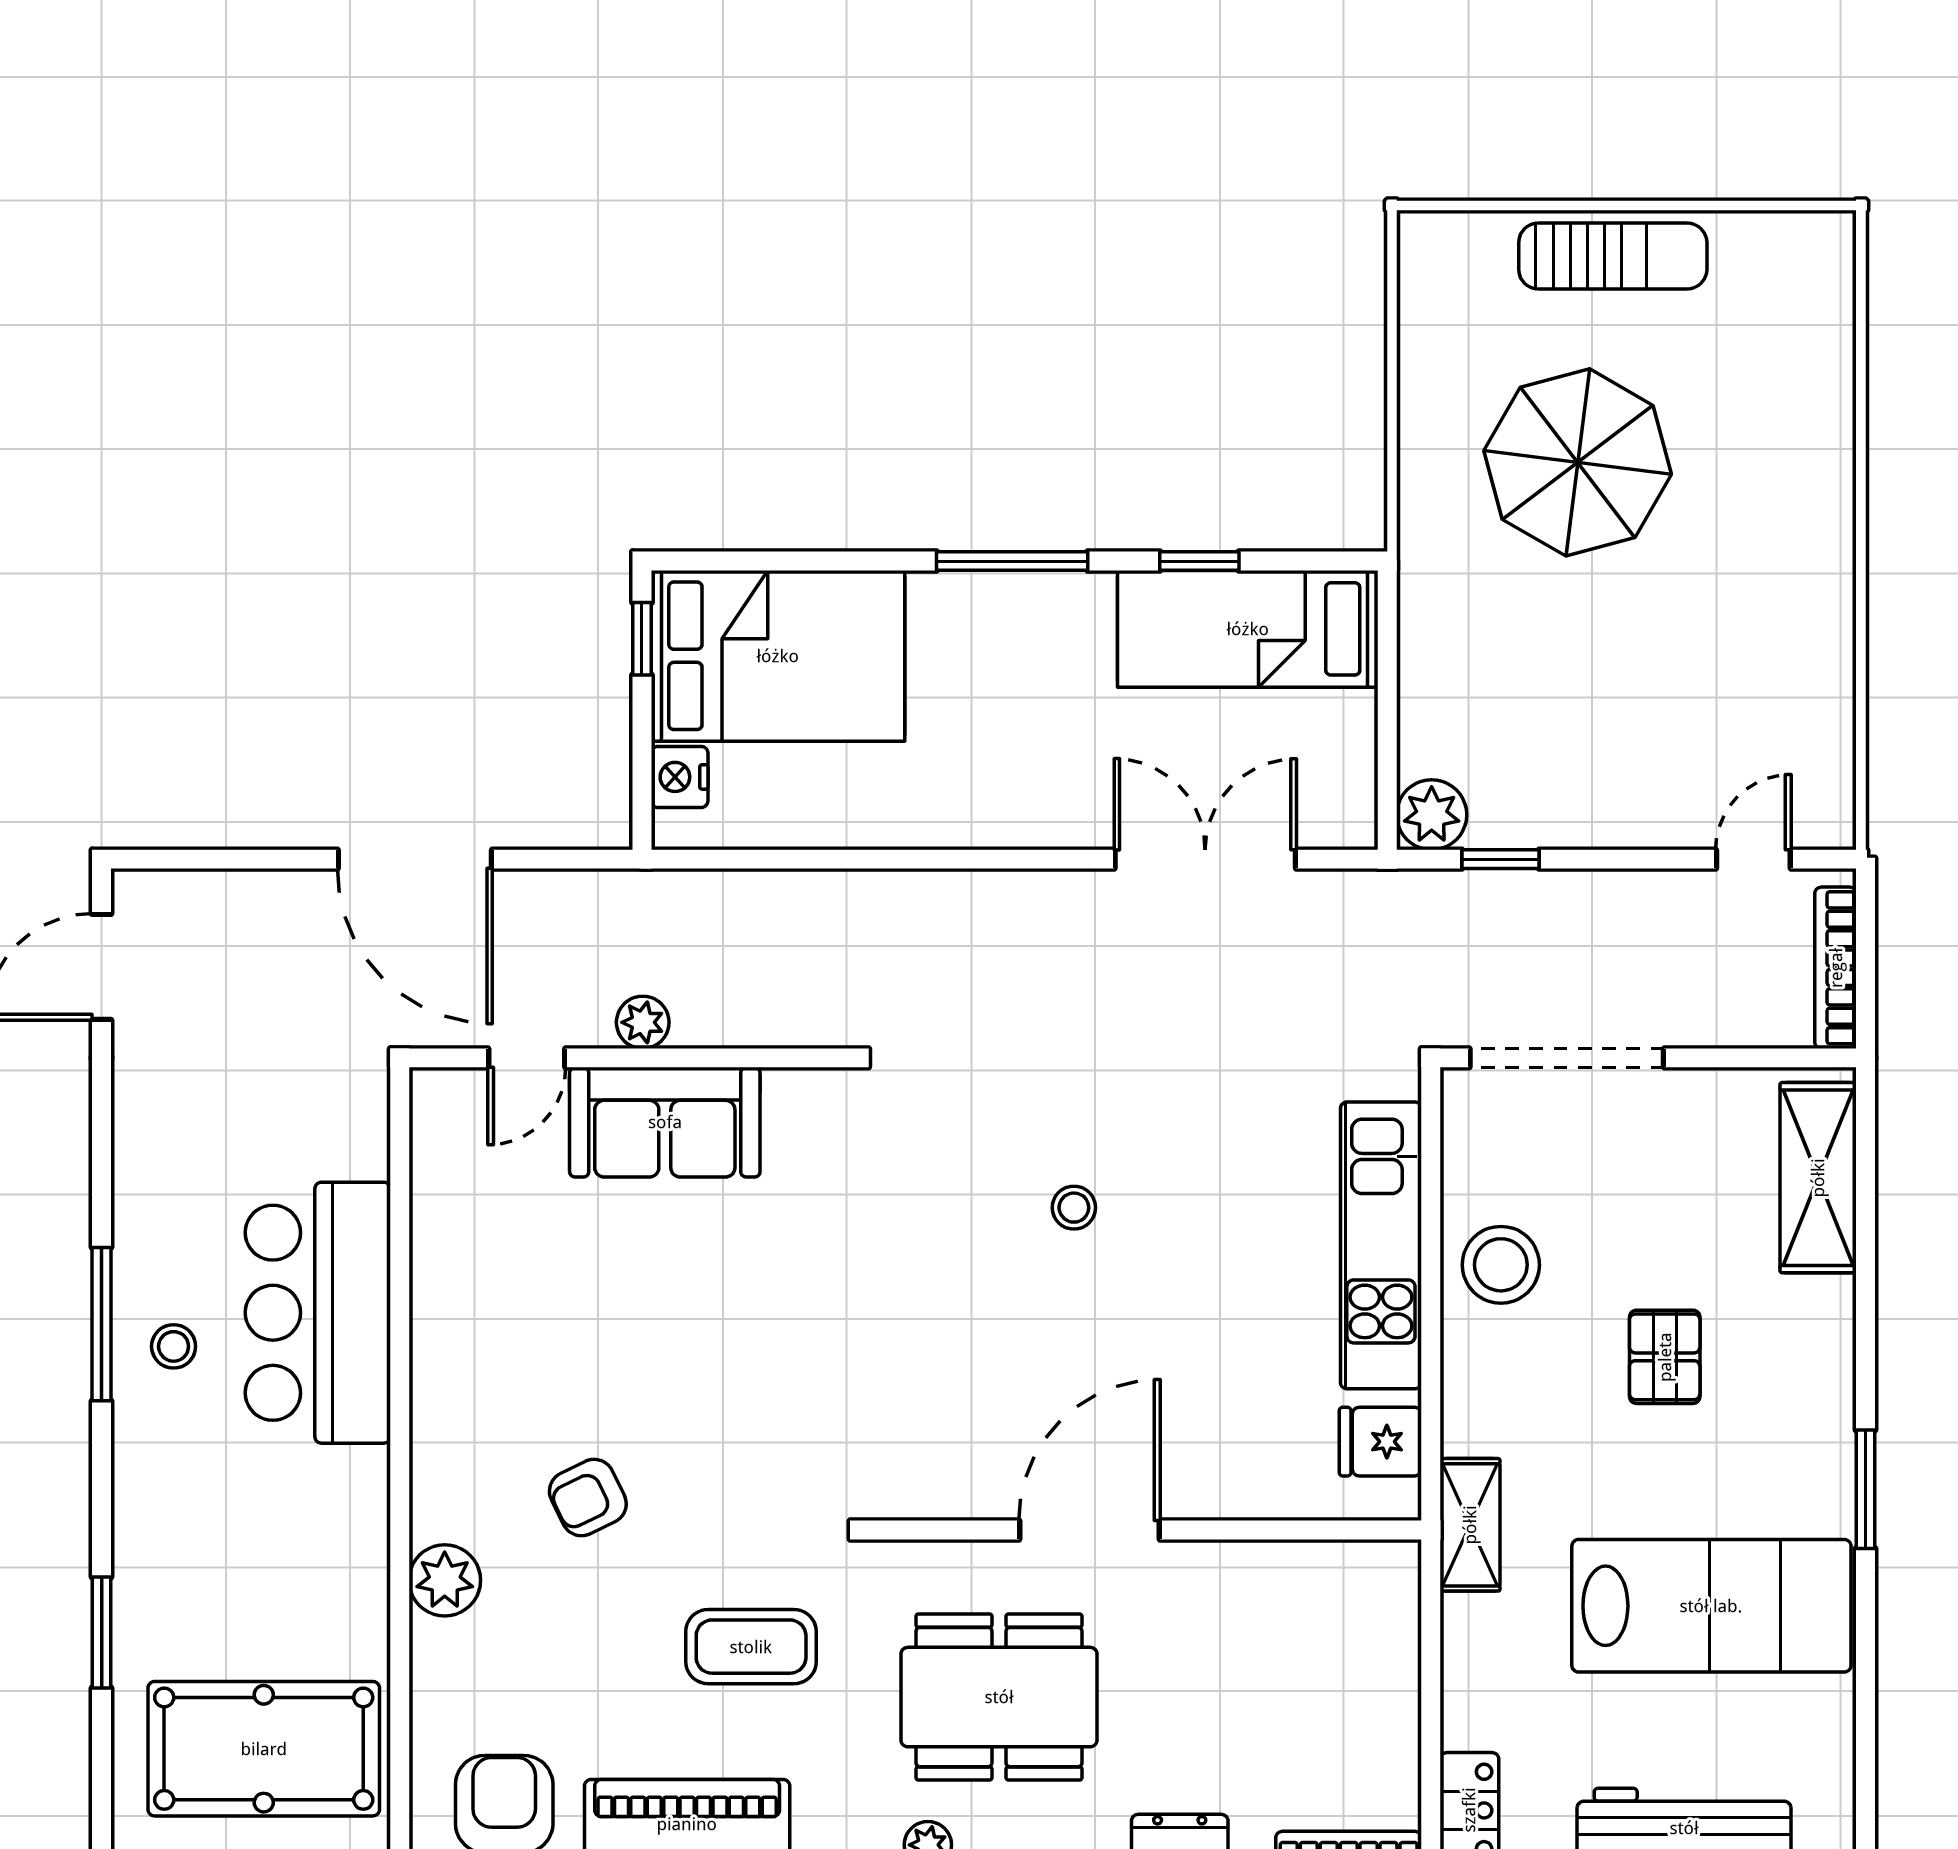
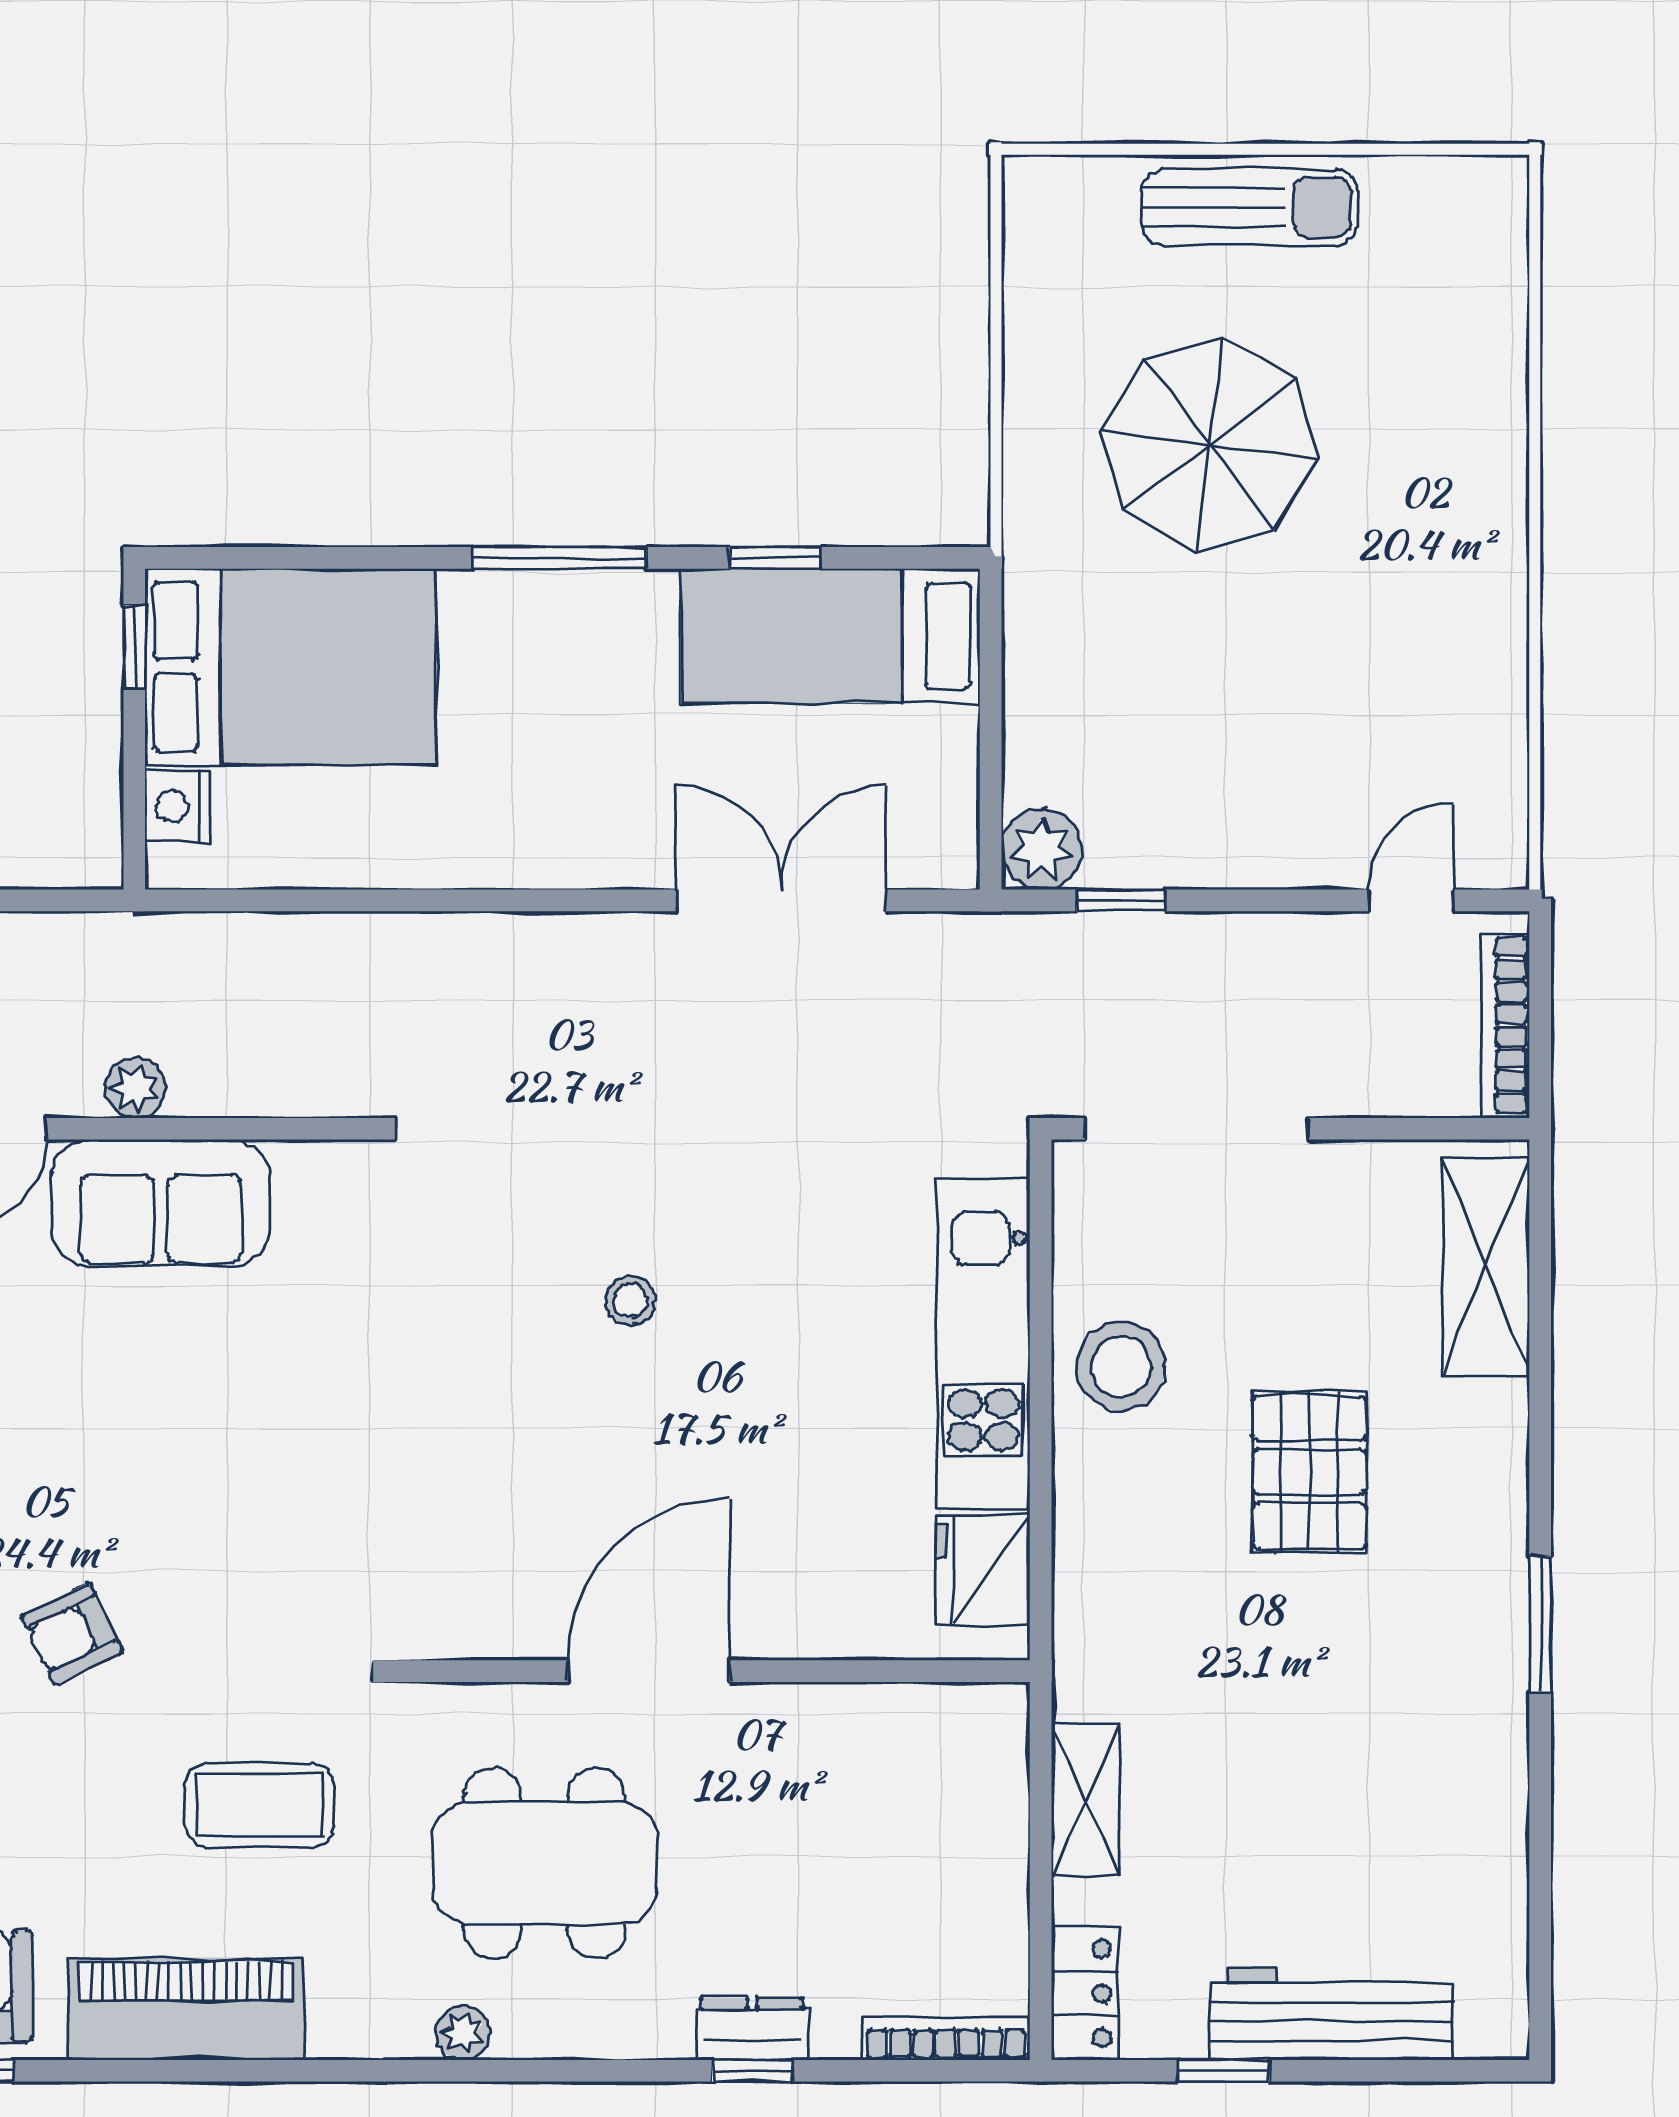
pallet: (1665, 1357) -> (1309, 1472), width x1.50, depth x1.42
fridge: (1380, 1442) -> (983, 1570), width x1.38
shelving: (1470, 1525) -> (1086, 1800), moved
lab bench: (1711, 1606) -> (1363, 1758), removed

